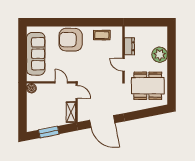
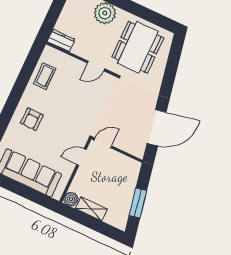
armchair: (71, 40) -> (32, 119), width x0.53, depth x0.53
dresser: (129, 46) -> (61, 40), moved
shelving: (71, 112) -> (91, 209), moved

